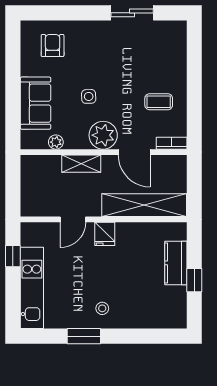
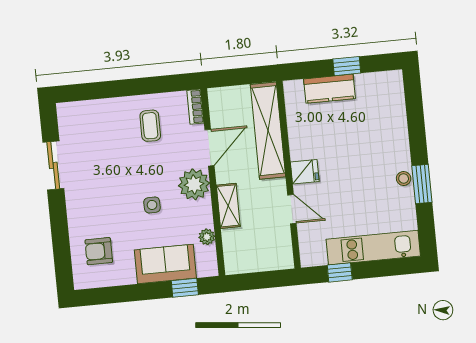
window: (13, 118) -> (185, 288), added
stool: (102, 308) -> (404, 179), moved

